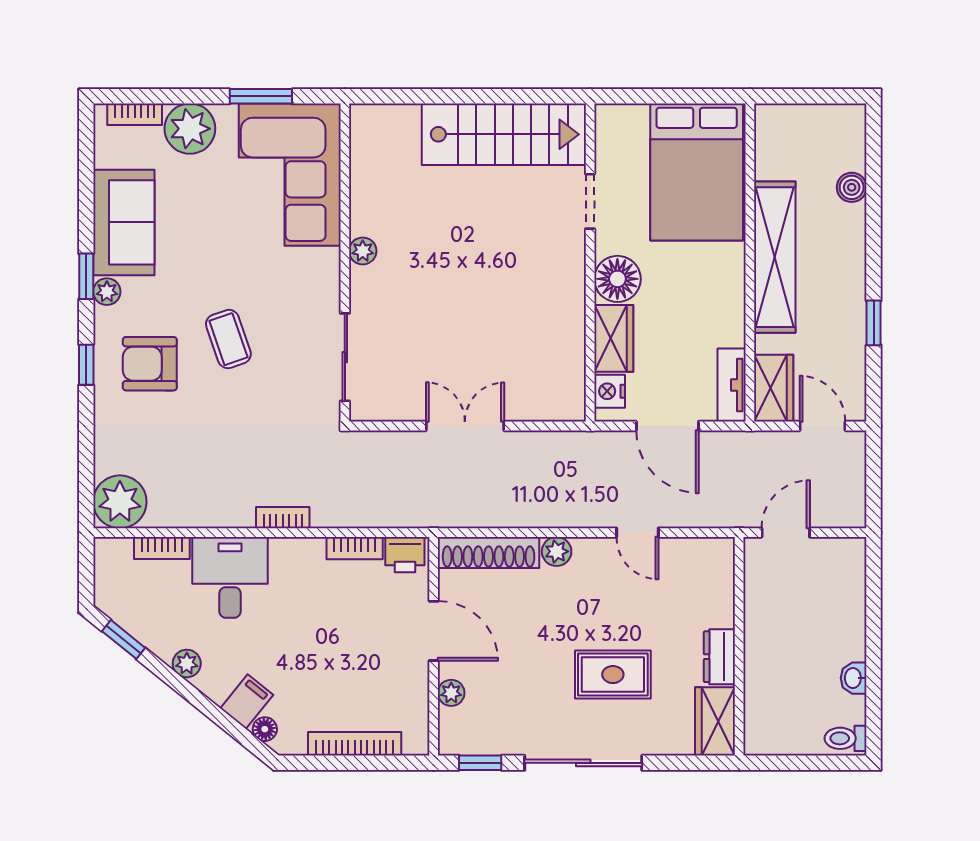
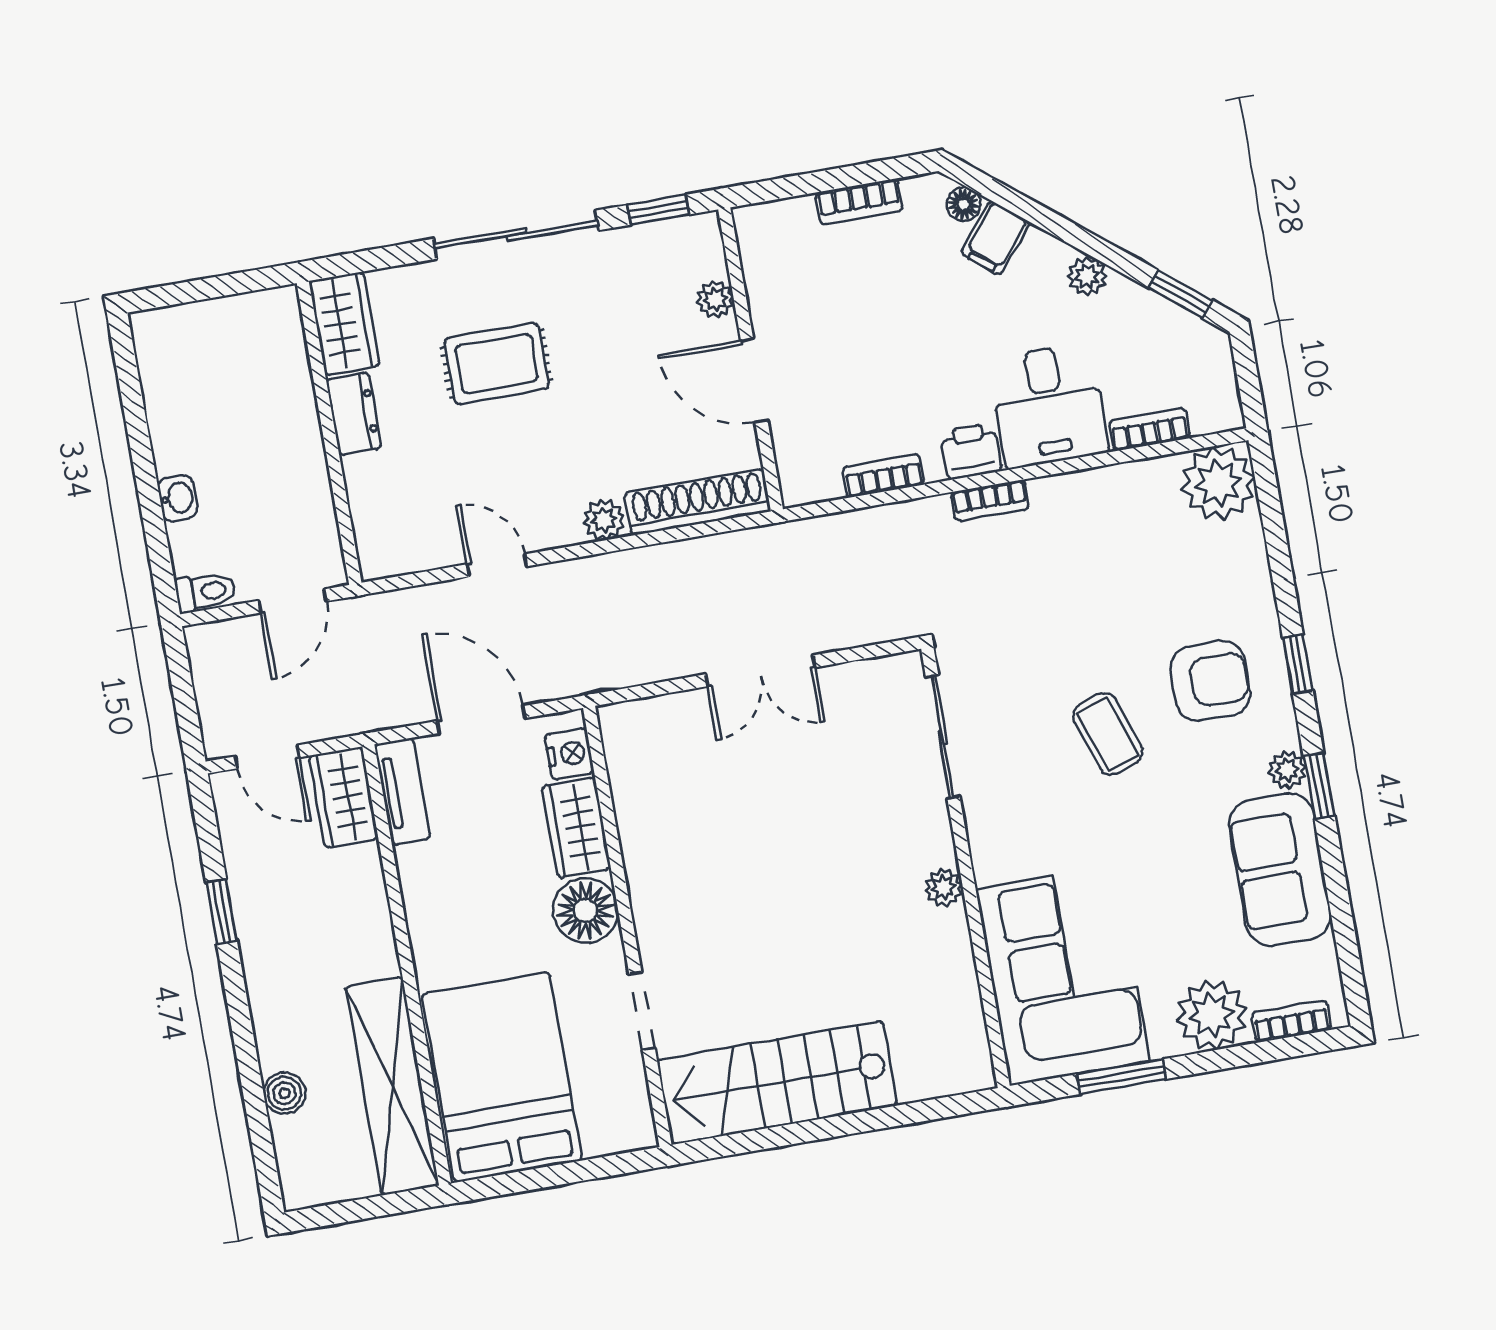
shelving: (775, 257) -> (392, 1086), moved
printer: (405, 555) -> (971, 451), moved
washbasin: (854, 678) -> (178, 498), moved
toilet: (846, 738) -> (206, 592), moved
bookcase: (355, 744) -> (859, 202), width x0.64

